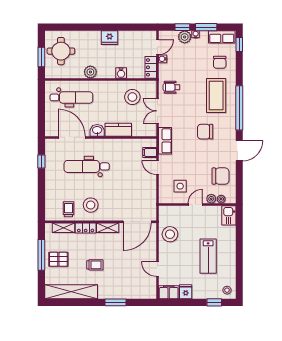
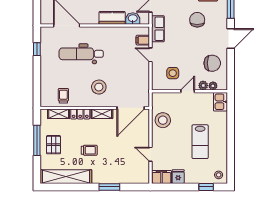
washbasin: (97, 130) -> (133, 19), moved
chair: (205, 132) -> (197, 20), turned 90
stool: (91, 205) -> (99, 87), moved
pallet: (58, 259) -> (54, 145), turned 90

